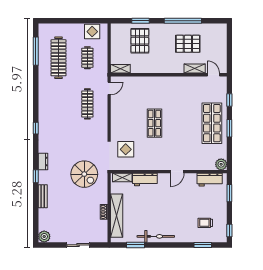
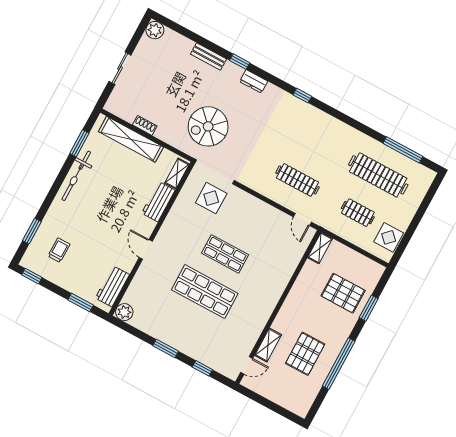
shop shelf: (212, 123) -> (205, 292), moved

